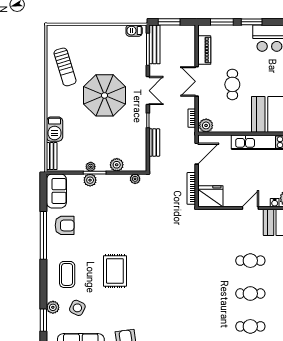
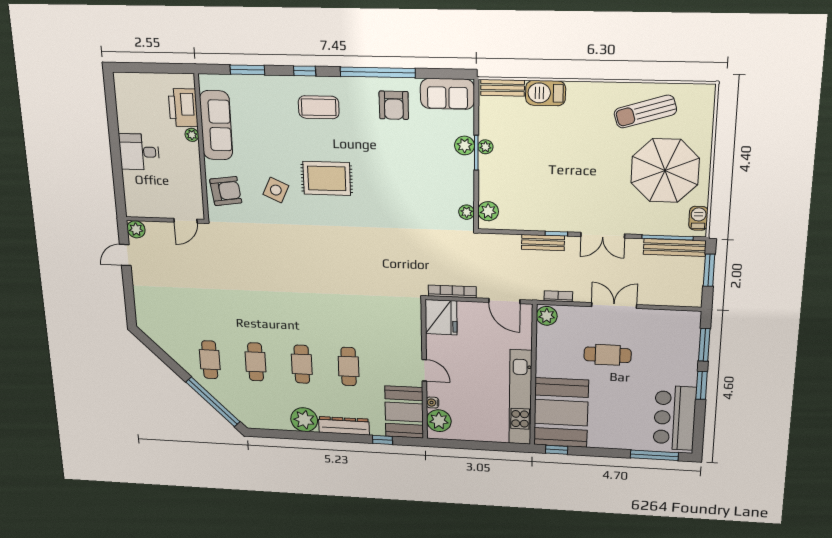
piano: (204, 50) -> (662, 318), removed
parasol: (104, 95) -> (665, 171), moved
bench: (154, 142) -> (543, 243), moved
plant: (117, 165) -> (488, 211), moved
window: (43, 283) -> (305, 71), added
plant: (53, 307) -> (268, 85), removed
side table: (77, 308) -> (276, 190), moved

